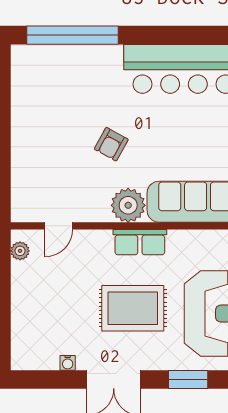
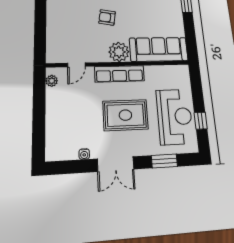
armchair: (111, 144) -> (107, 17), turned 70
row of seats: (140, 242) -> (119, 74), width x1.48

